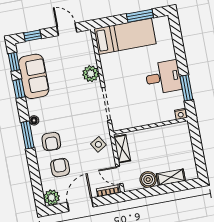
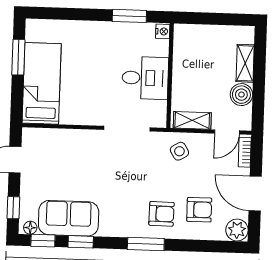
plant: (91, 74) -> (82, 141), removed
desk: (163, 77) -> (145, 78), moved, turned 90
floor lamp: (34, 120) -> (30, 228), moved
armchair: (60, 168) -> (199, 210), turned 180

